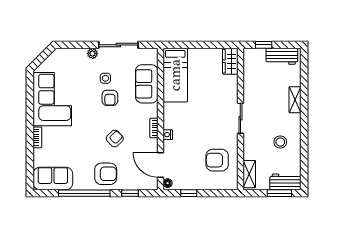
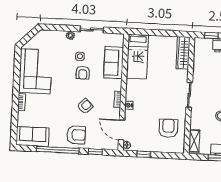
sliding door: (118, 45) -> (92, 29), width x0.73
wardrobe: (230, 61) -> (183, 53), width x1.50
armchair: (217, 160) -> (168, 128), turned 90

